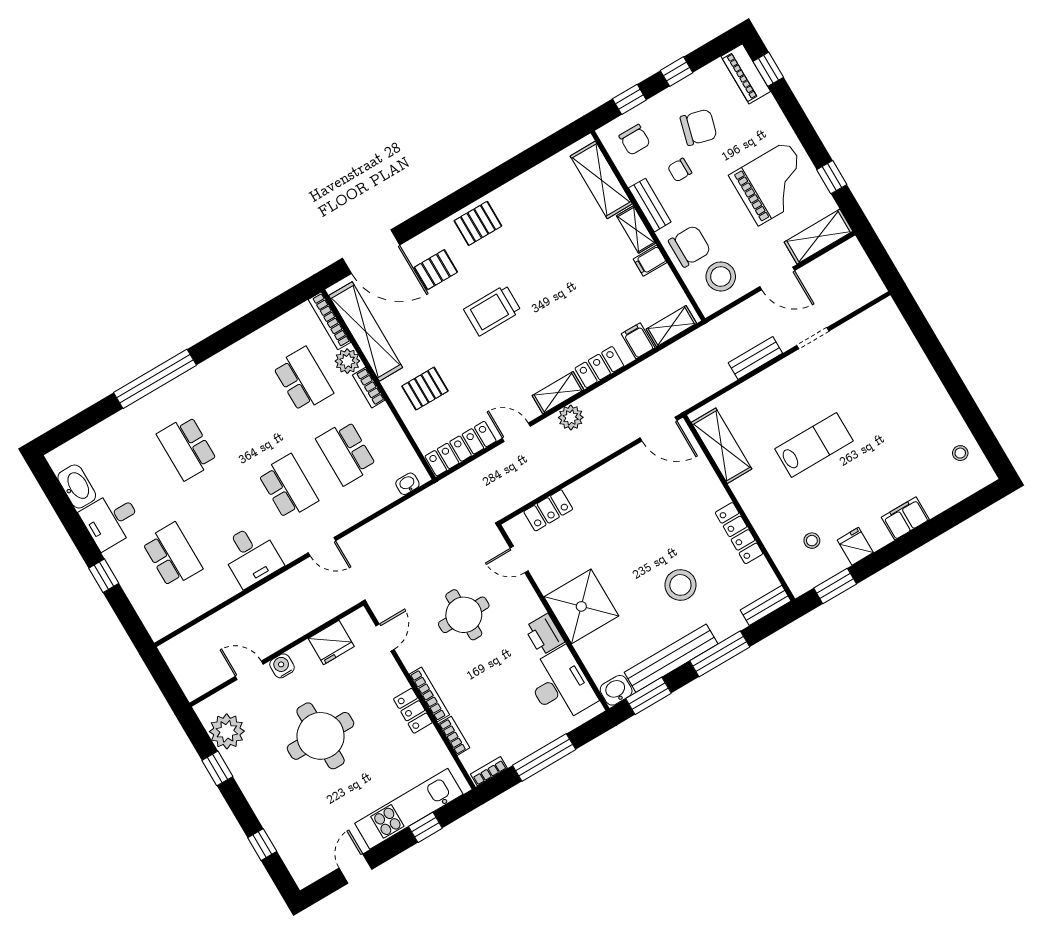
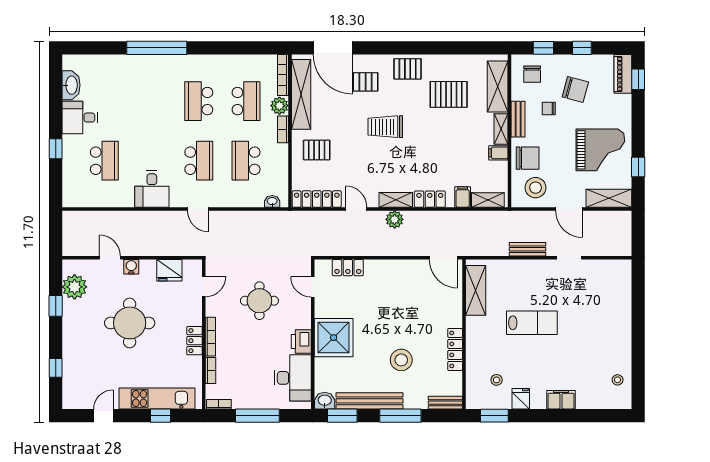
pallet: (547, 225) -> (449, 94), added
school desk: (187, 448) -> (199, 101), moved

